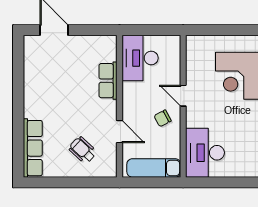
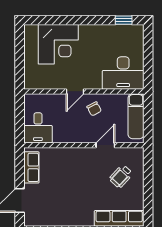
desk: (140, 58) -> (38, 128), width x0.73
row of seats: (108, 81) -> (31, 167), moved, turned -90

